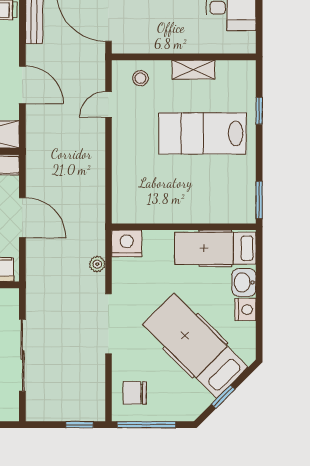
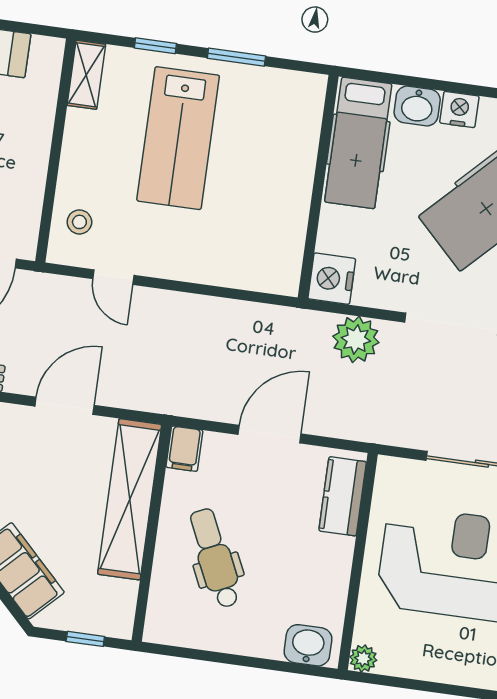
shelving: (193, 70) -> (86, 75), moved
window: (259, 200) -> (236, 57), moved
plant: (97, 264) -> (356, 339), width x1.87, depth x1.87

